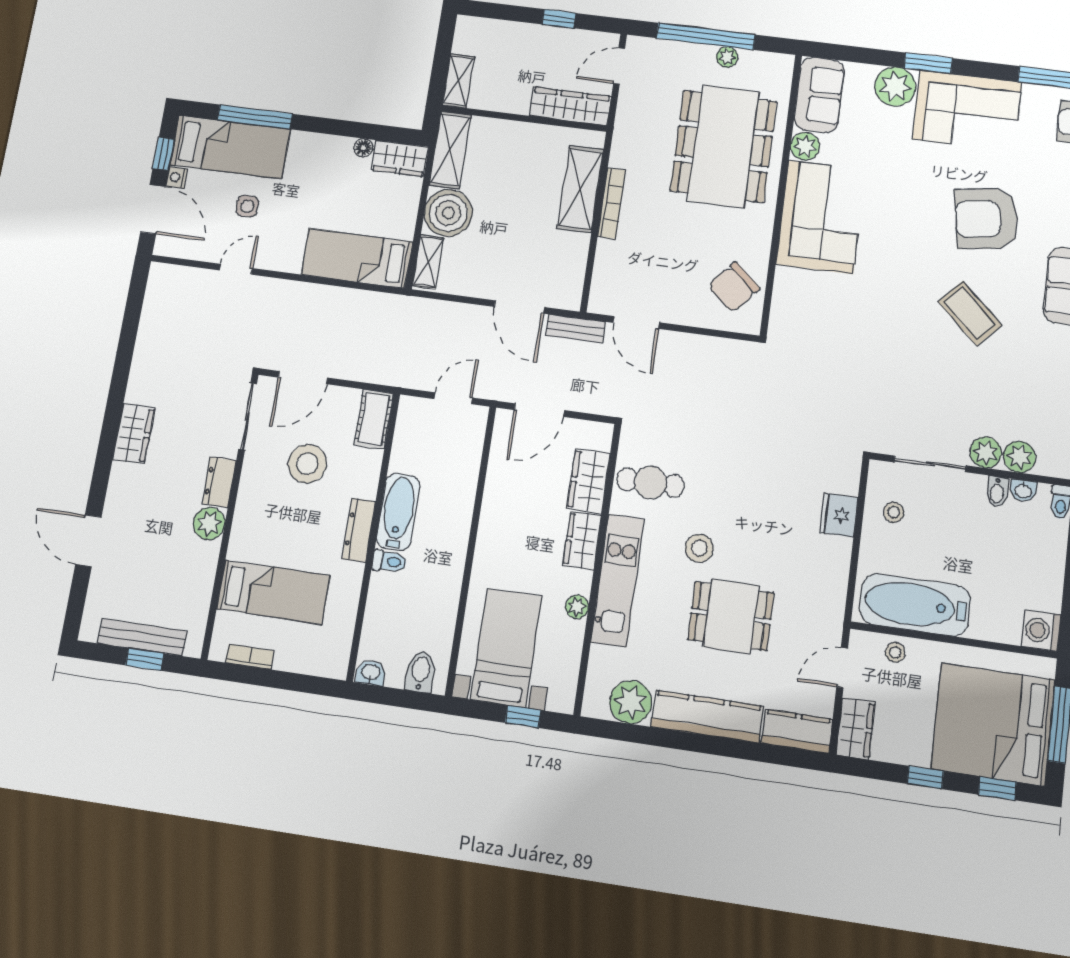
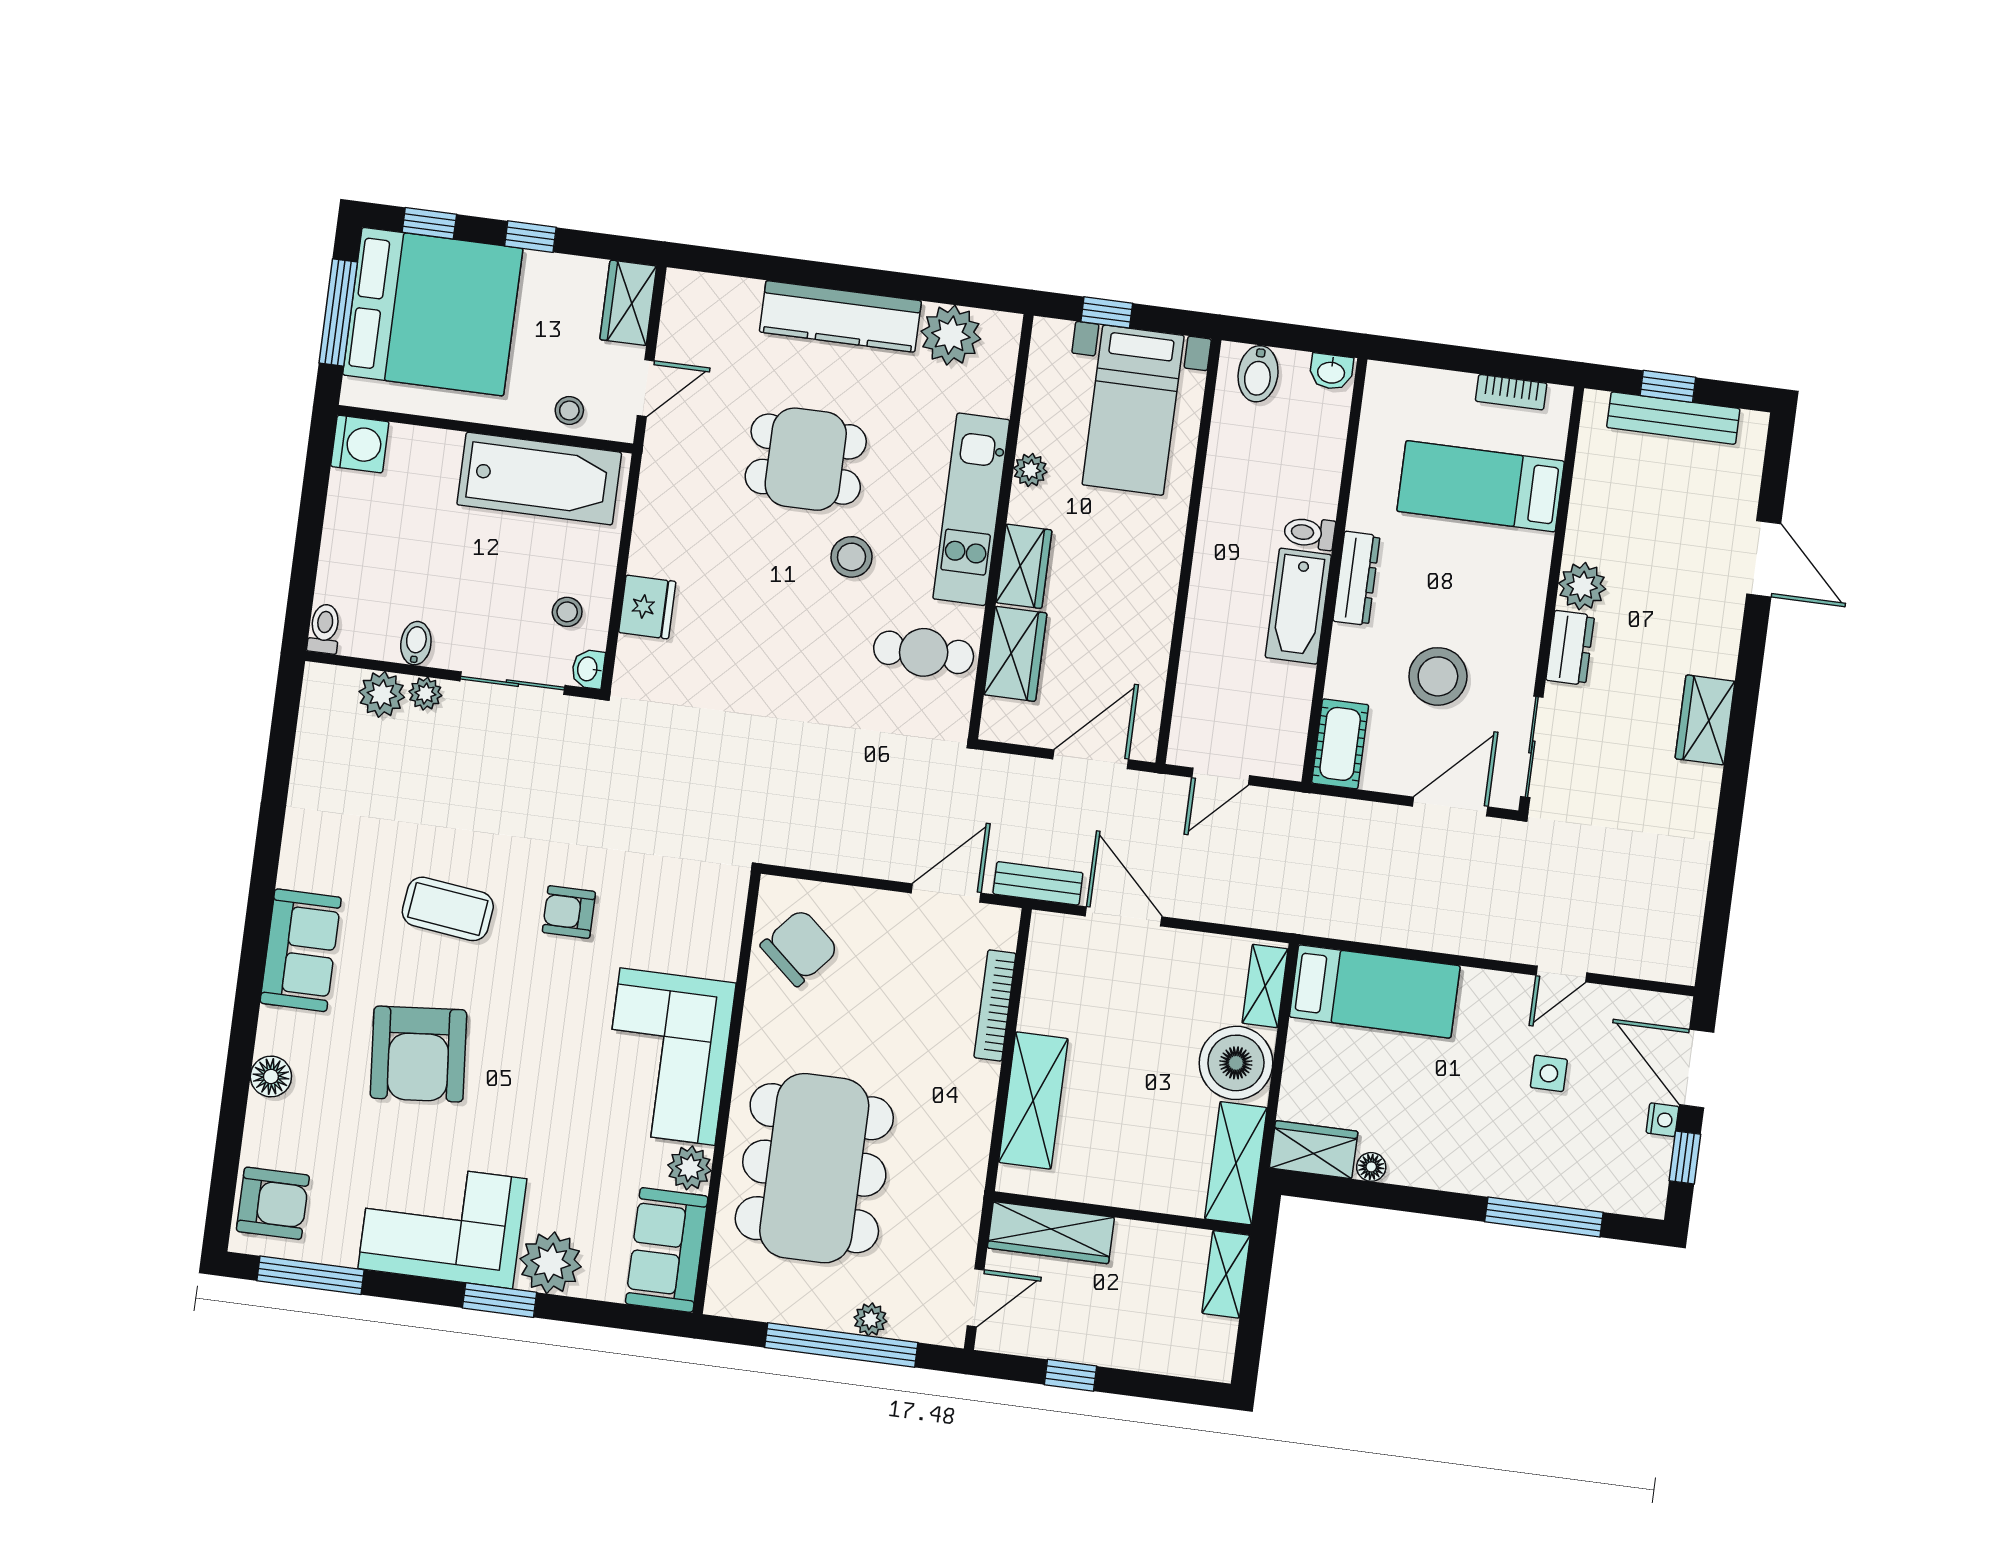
plant: (727, 57) -> (870, 1319), moved
bed: (230, 147) -> (1580, 1168), removed
bookcase: (612, 203) -> (995, 1005), moved
armchair: (986, 219) -> (418, 1054), turned 94
armchair: (888, 311) -> (569, 912), added
coffee table: (970, 313) -> (448, 909), turned -36
door: (636, 323) -> (946, 893), hinge flipped
plant: (986, 452) -> (425, 694), width x0.73, depth x0.73
washbasin: (1023, 491) -> (588, 669), moved, turned -90
kitchen counter: (797, 731) -> (712, 298), removed

